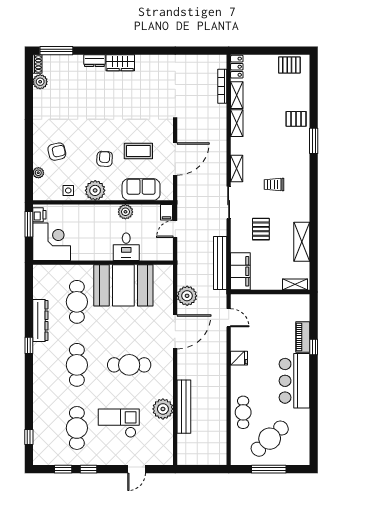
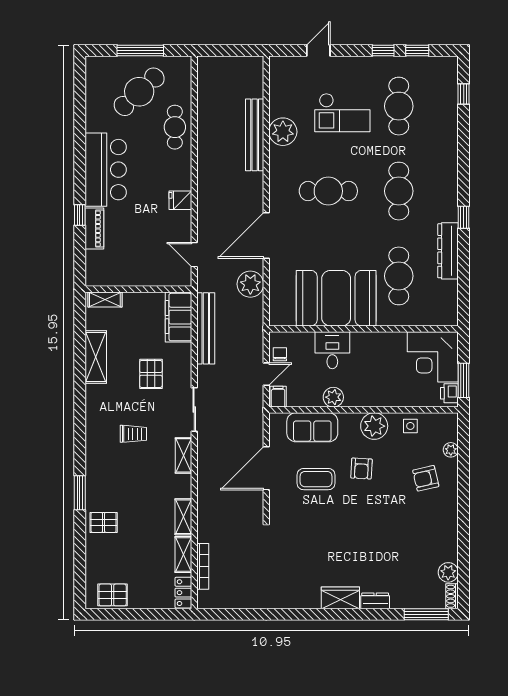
chair: (165, 244) -> (280, 354), added

